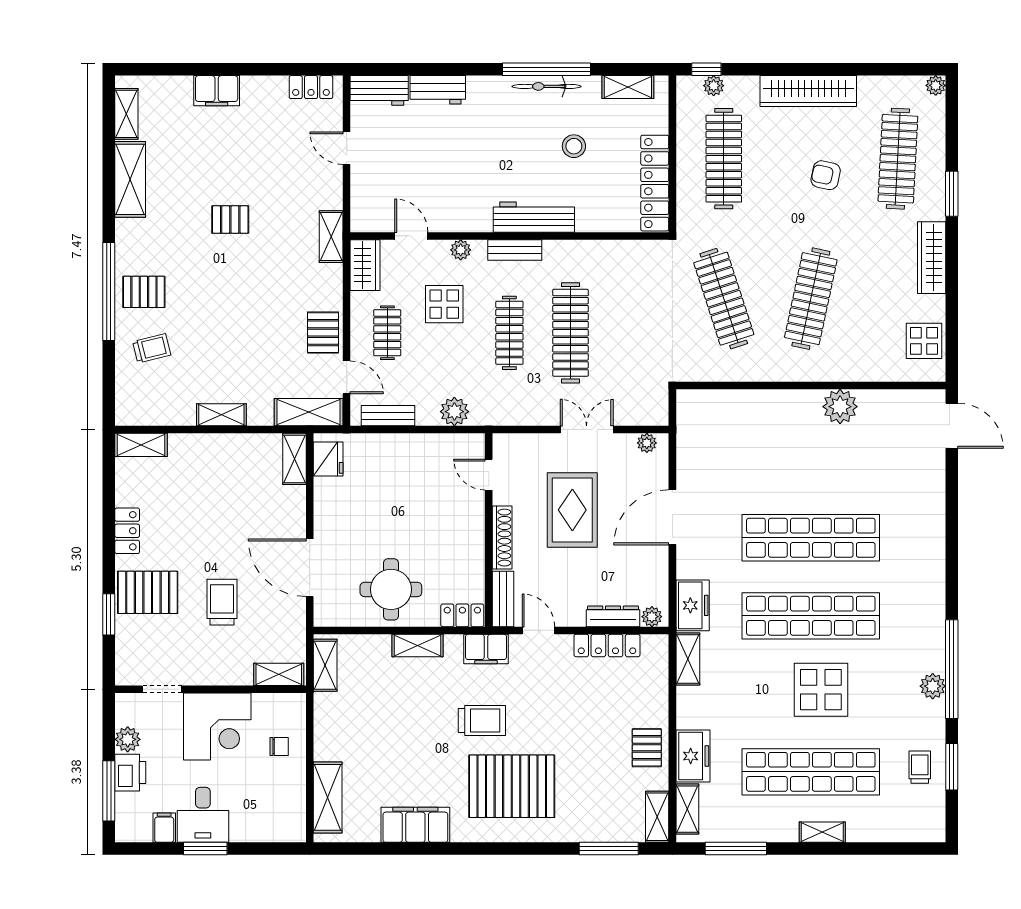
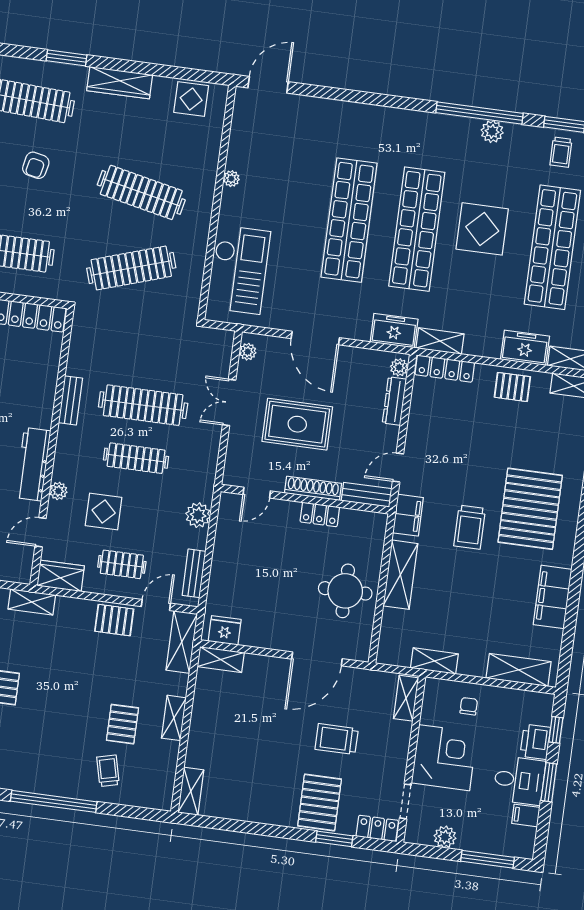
workbench: (534, 217) -> (33, 464), moved
bench: (515, 250) -> (71, 400), moved
pallet: (144, 292) -> (123, 724), moved
plant: (840, 407) -> (231, 179), width x0.53, depth x0.53
checkout: (738, 421) -> (239, 270), added
locker: (127, 531) -> (377, 828), moved
locker: (462, 615) -> (320, 514), moved, turned -90
shelving: (418, 646) -> (400, 575), width x1.50, depth x1.33
locker: (607, 646) -> (445, 369), moved, turned 90
shelving: (325, 665) -> (434, 661), moved
trolley: (482, 721) -> (470, 527), turned 180
trolley: (920, 767) -> (561, 152), turned -90
printer: (130, 773) -> (535, 742), moved, turned -90
window: (265, 849) -> (556, 730), added

